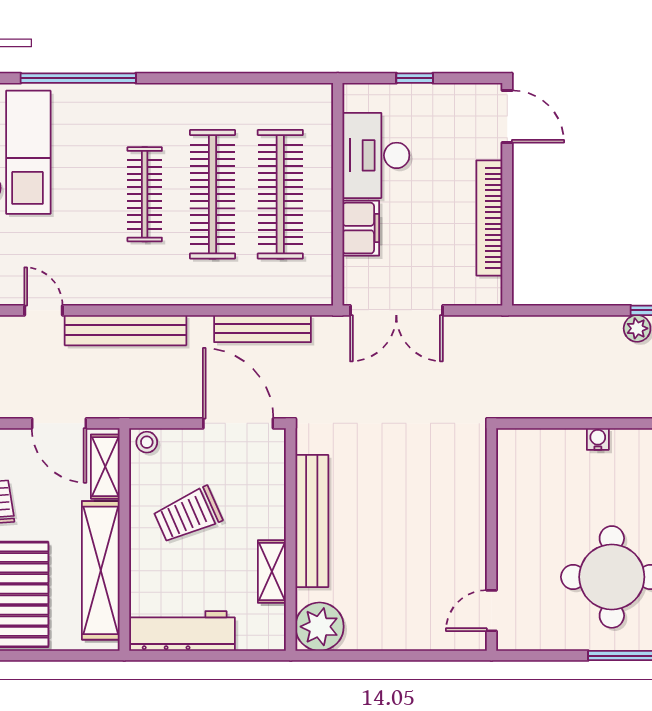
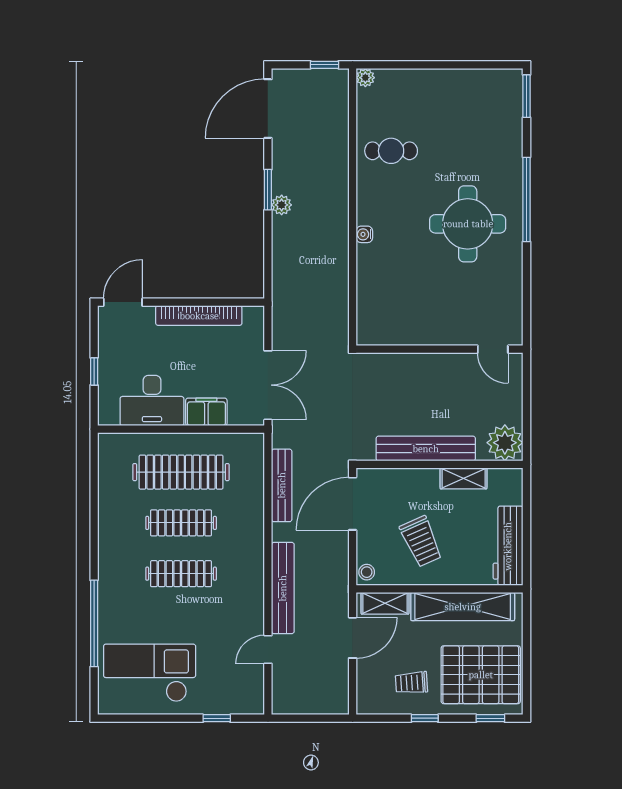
clothes rail: (213, 194) -> (181, 523), width x0.73, depth x0.76
wall: (491, 539) -> (440, 349), moved
door: (491, 611) -> (493, 349), moved

